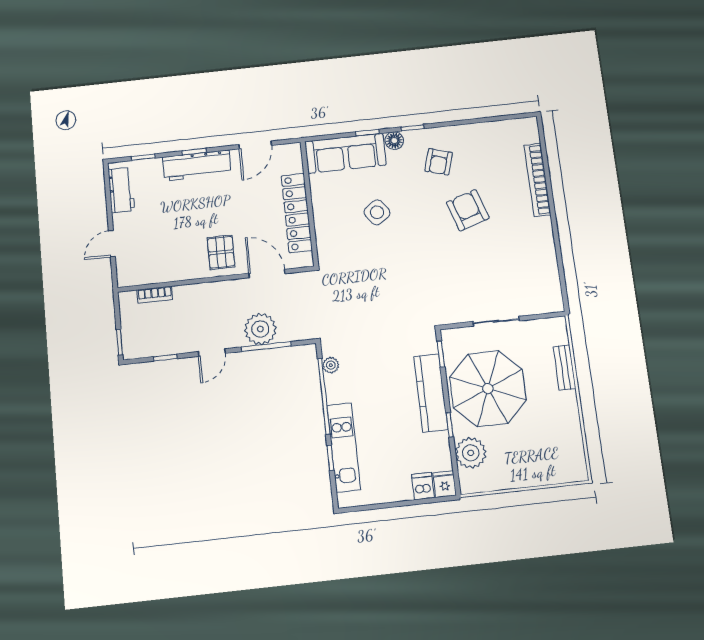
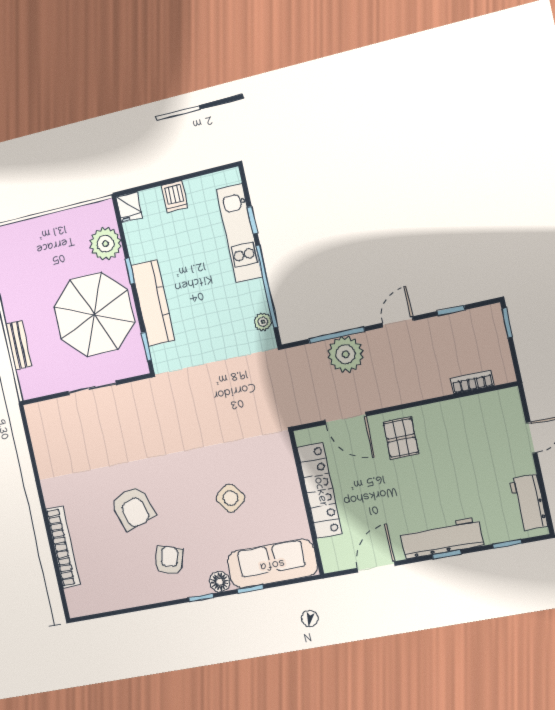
dishwasher: (423, 486) -> (175, 196), moved

